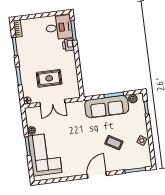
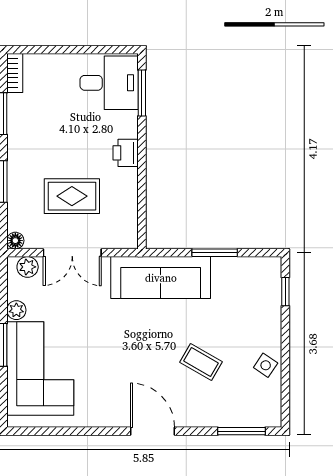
printer: (68, 45) -> (126, 153), moved
plant: (133, 99) -> (28, 267), moved
sofa: (107, 107) -> (161, 278), moved
door: (97, 175) -> (153, 431), hinge flipped

